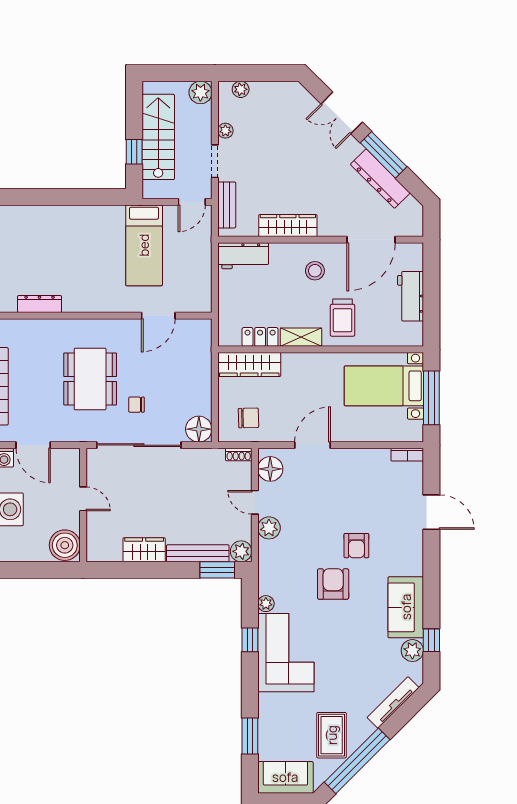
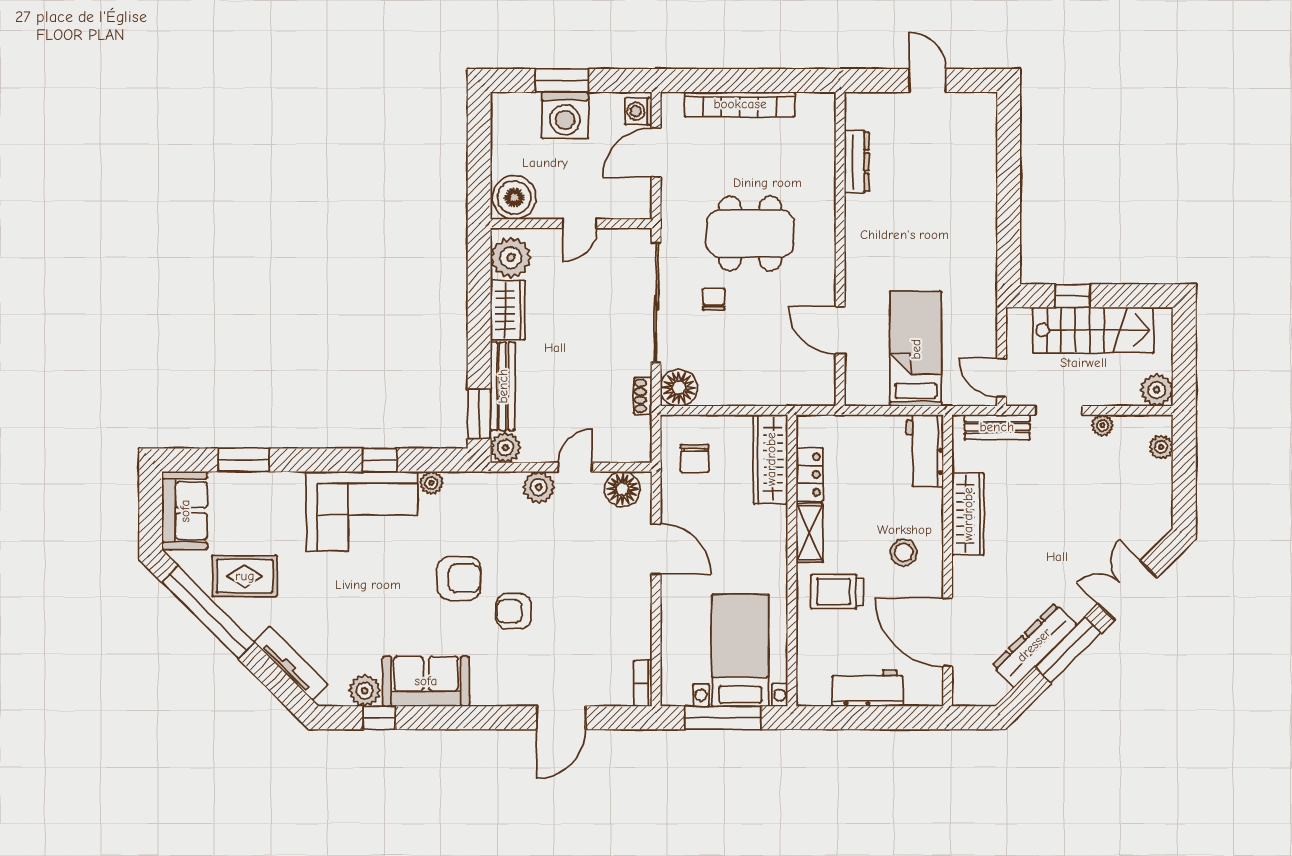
bed: (144, 245) -> (916, 349), moved, turned 90
shoe rack: (239, 455) -> (643, 396), moved
plant: (107, 548) -> (511, 258), added

